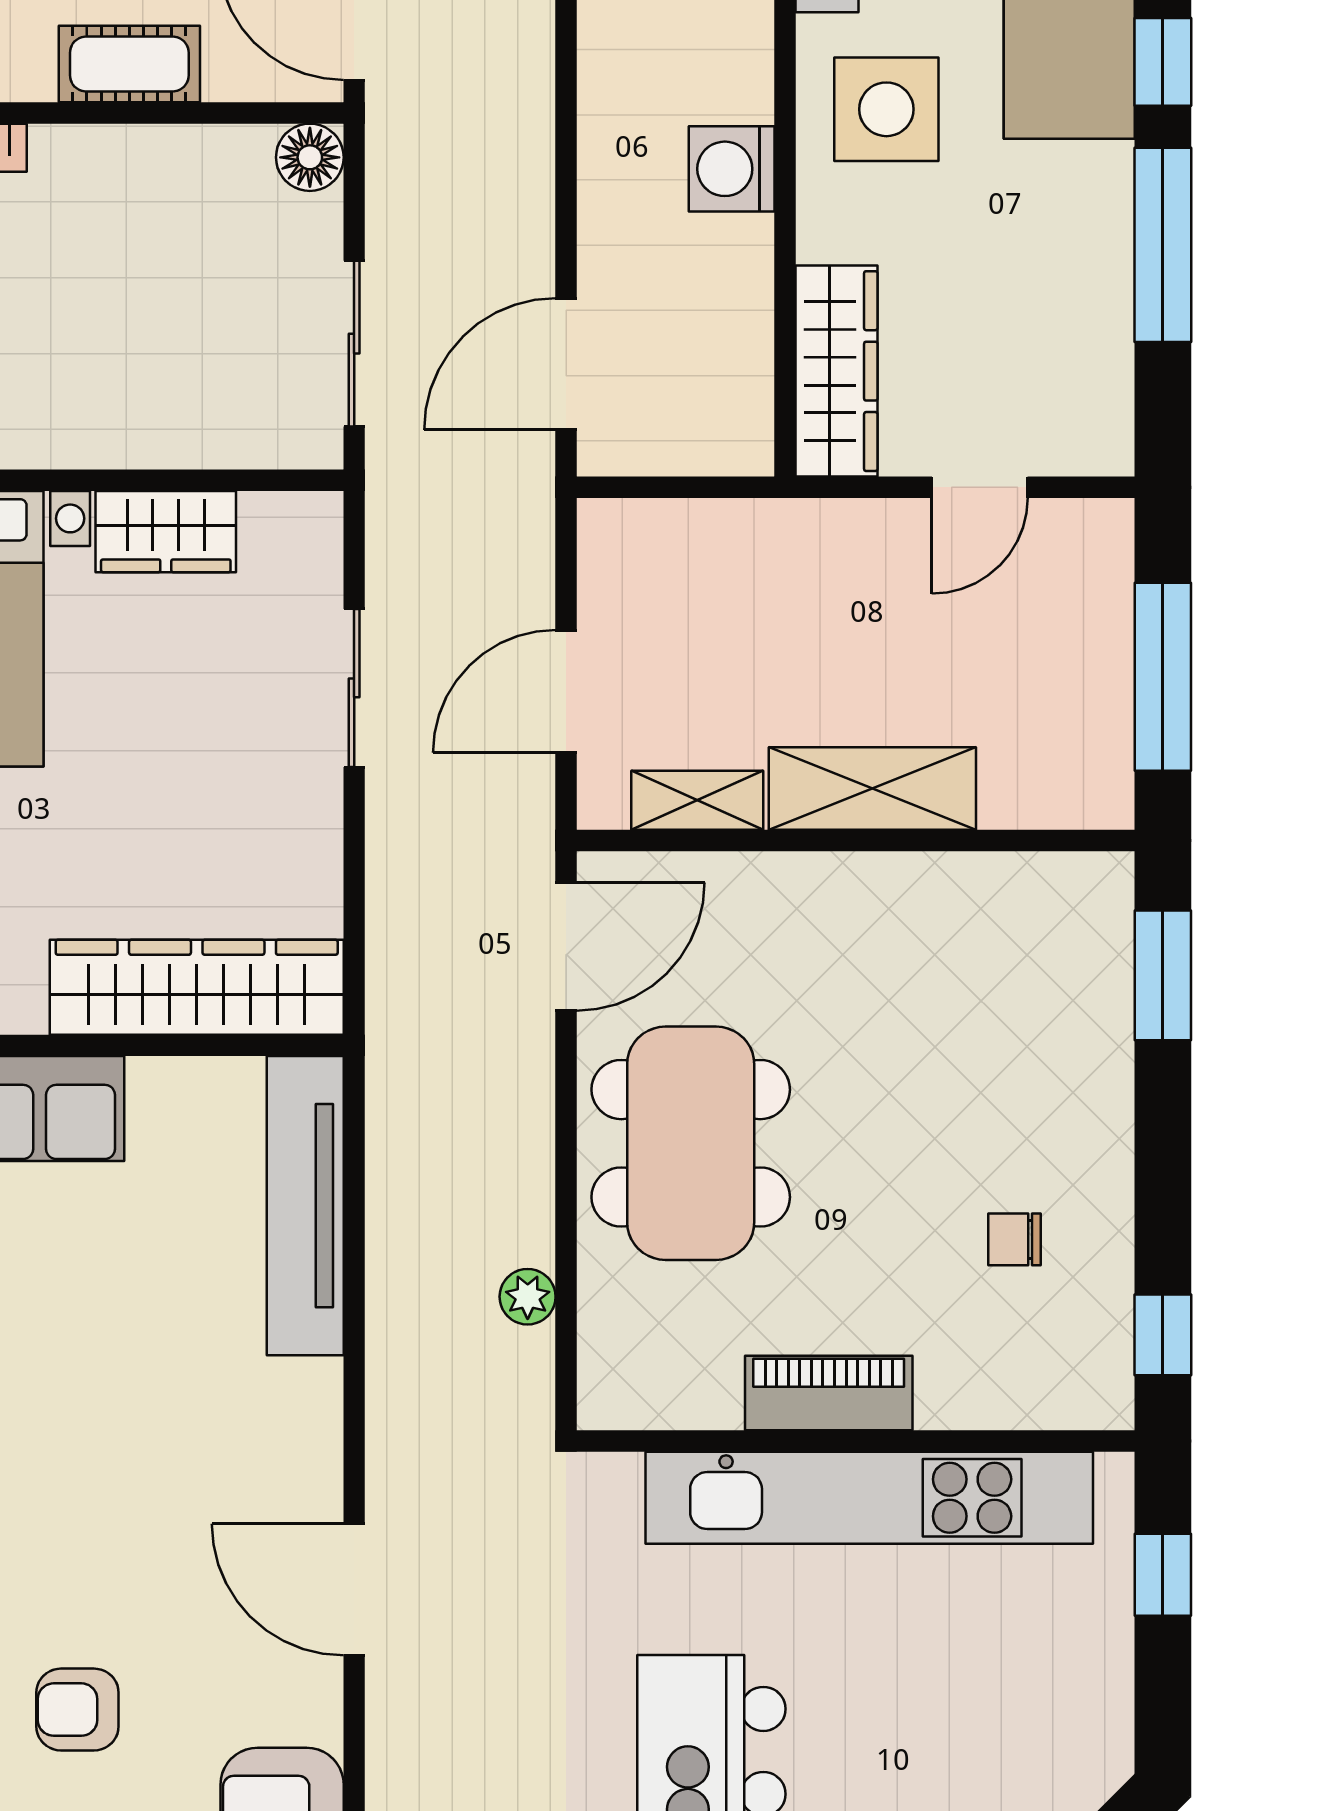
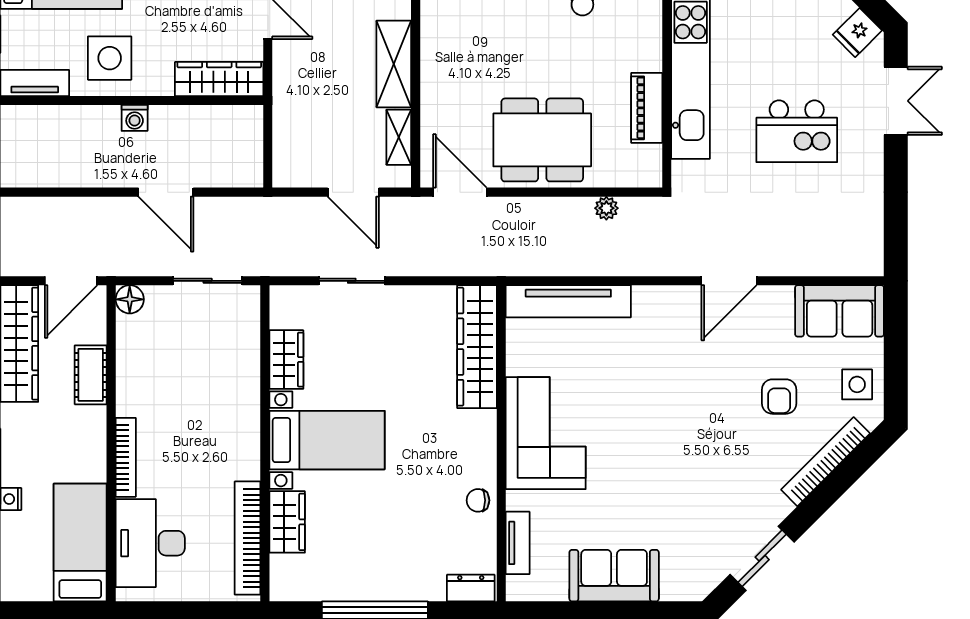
washing machine: (732, 169) -> (135, 118), width x0.73, depth x0.73
door: (566, 364) -> (166, 192), moved
piano: (829, 1393) -> (647, 108), moved

